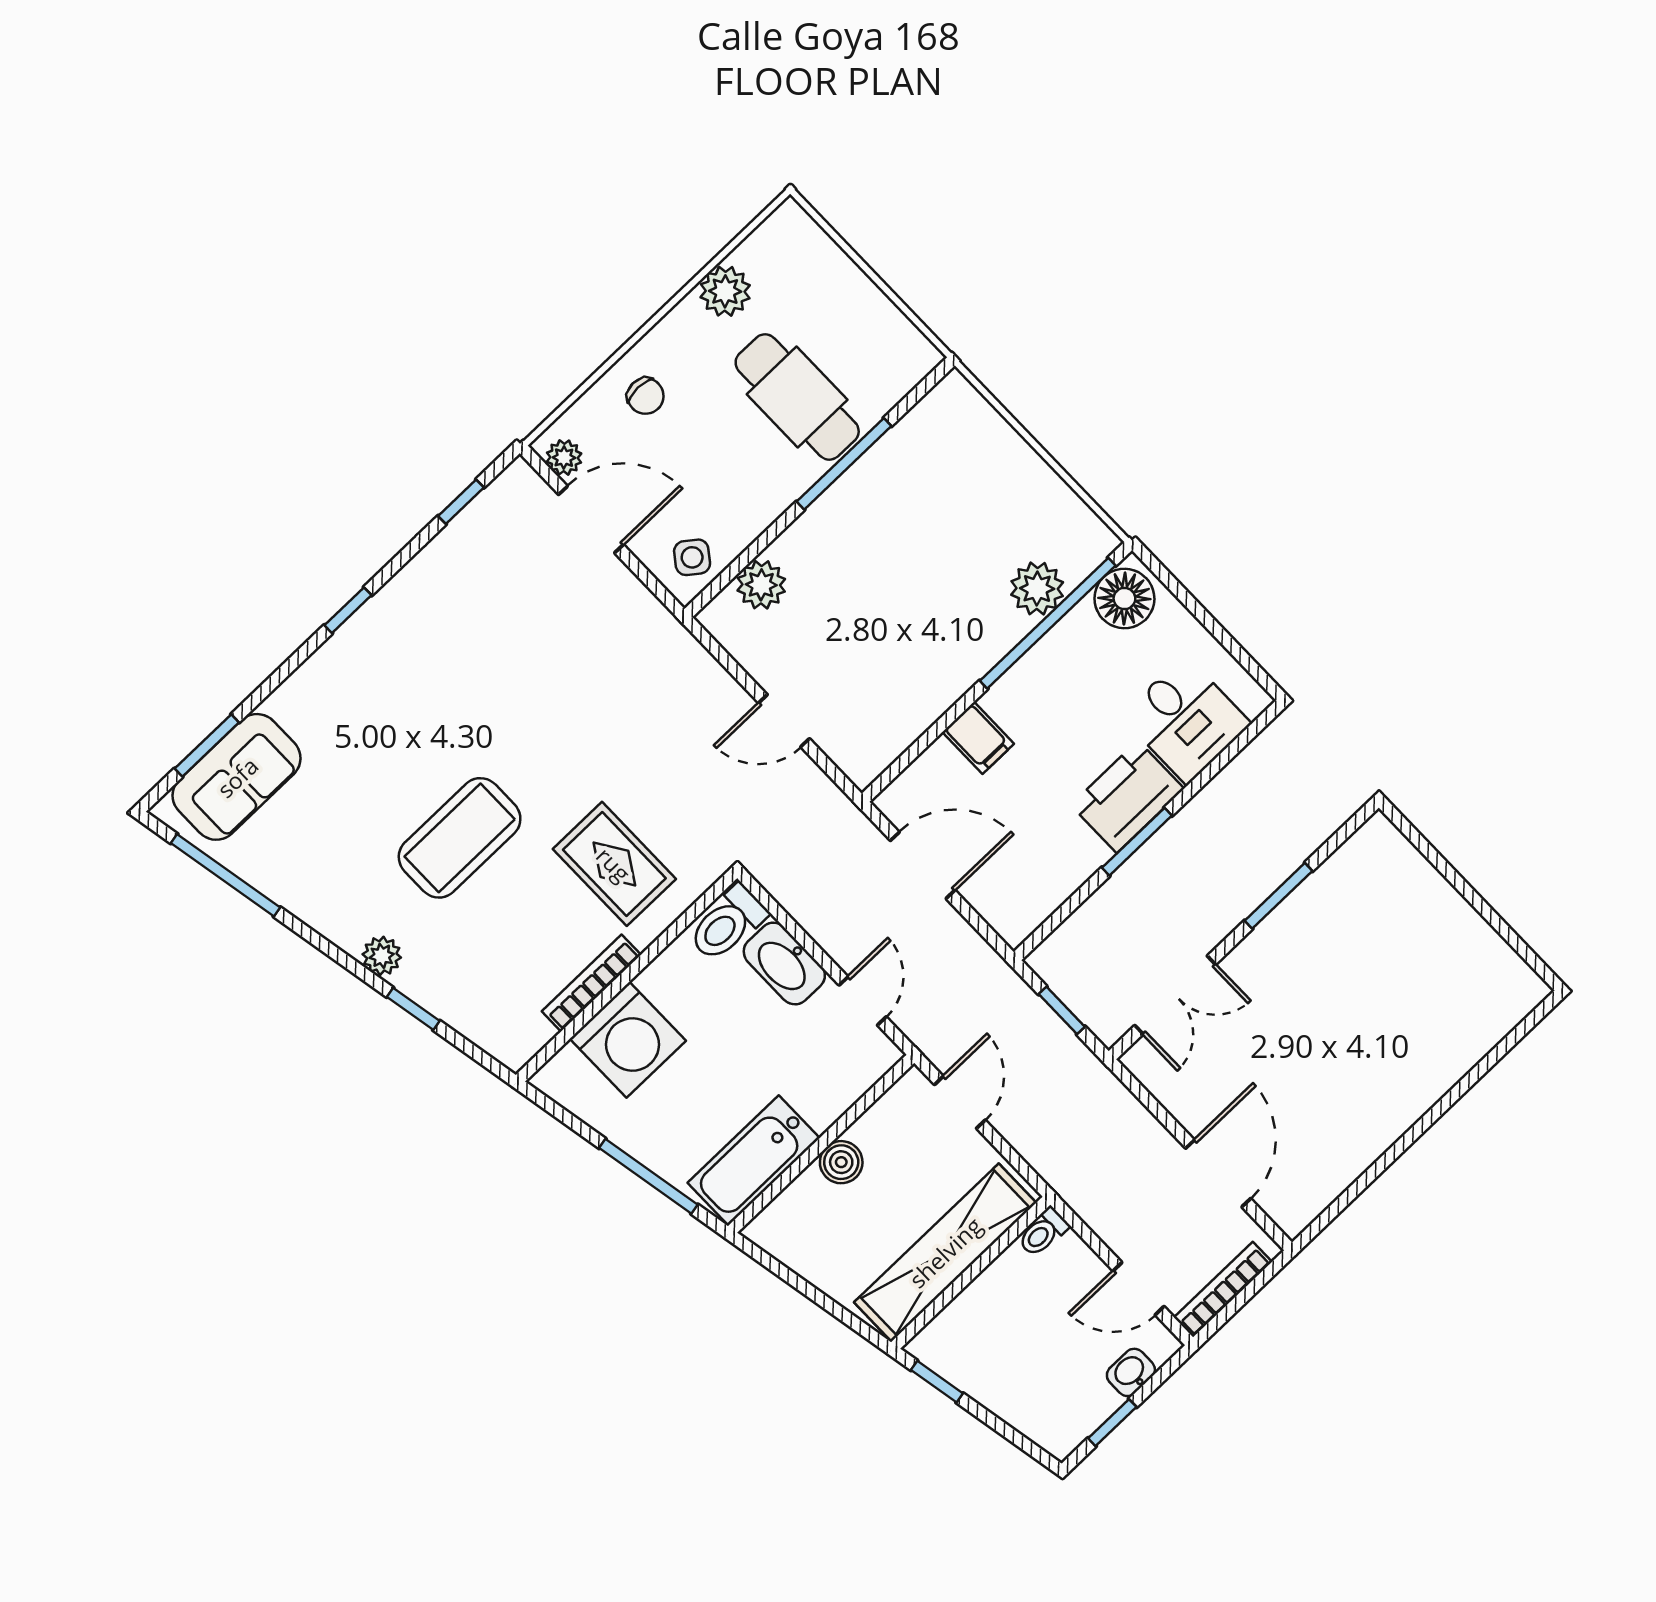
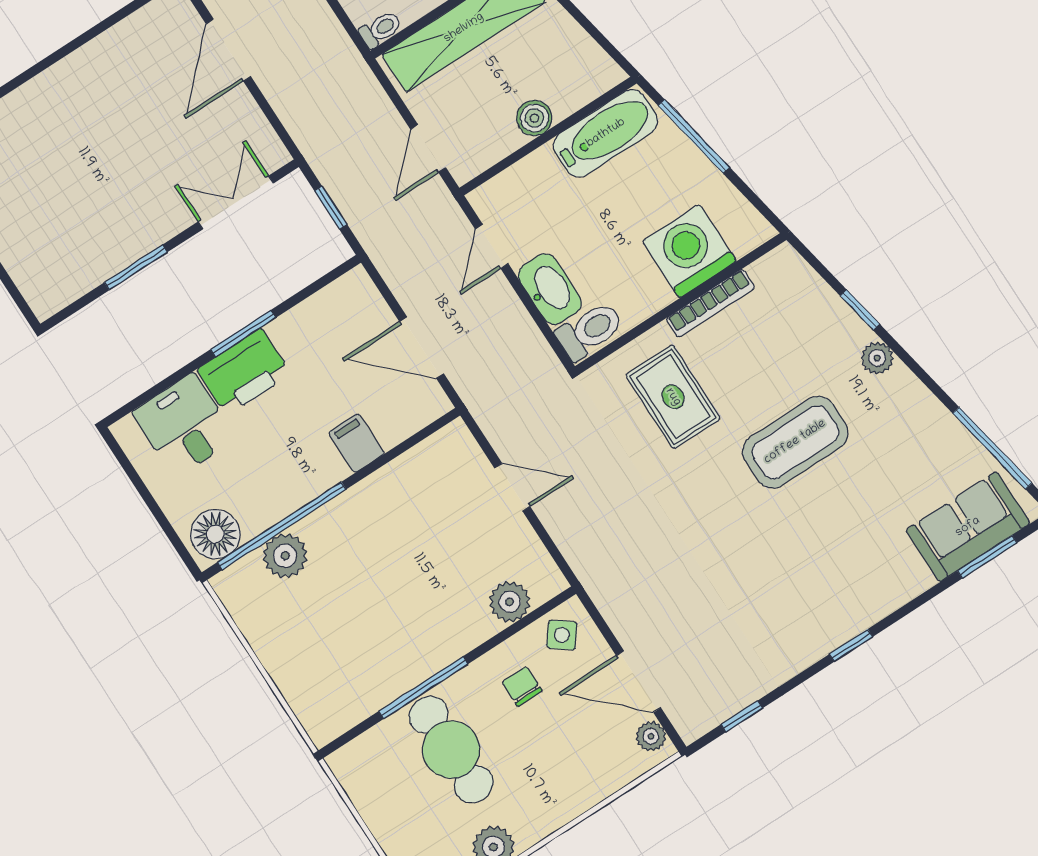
chair: (645, 396) -> (522, 686), moved

